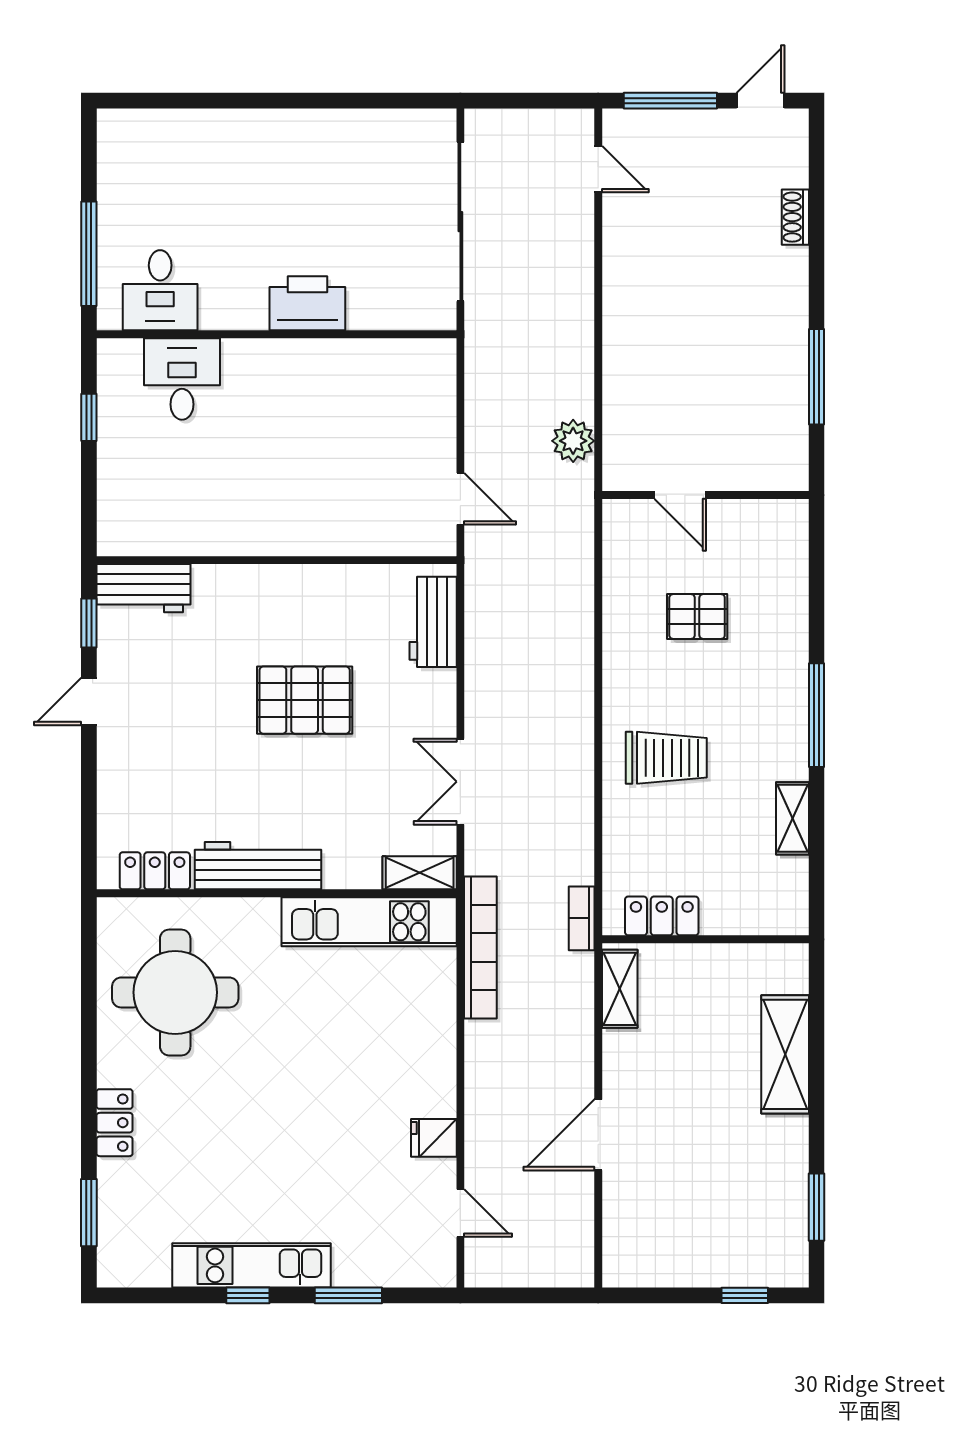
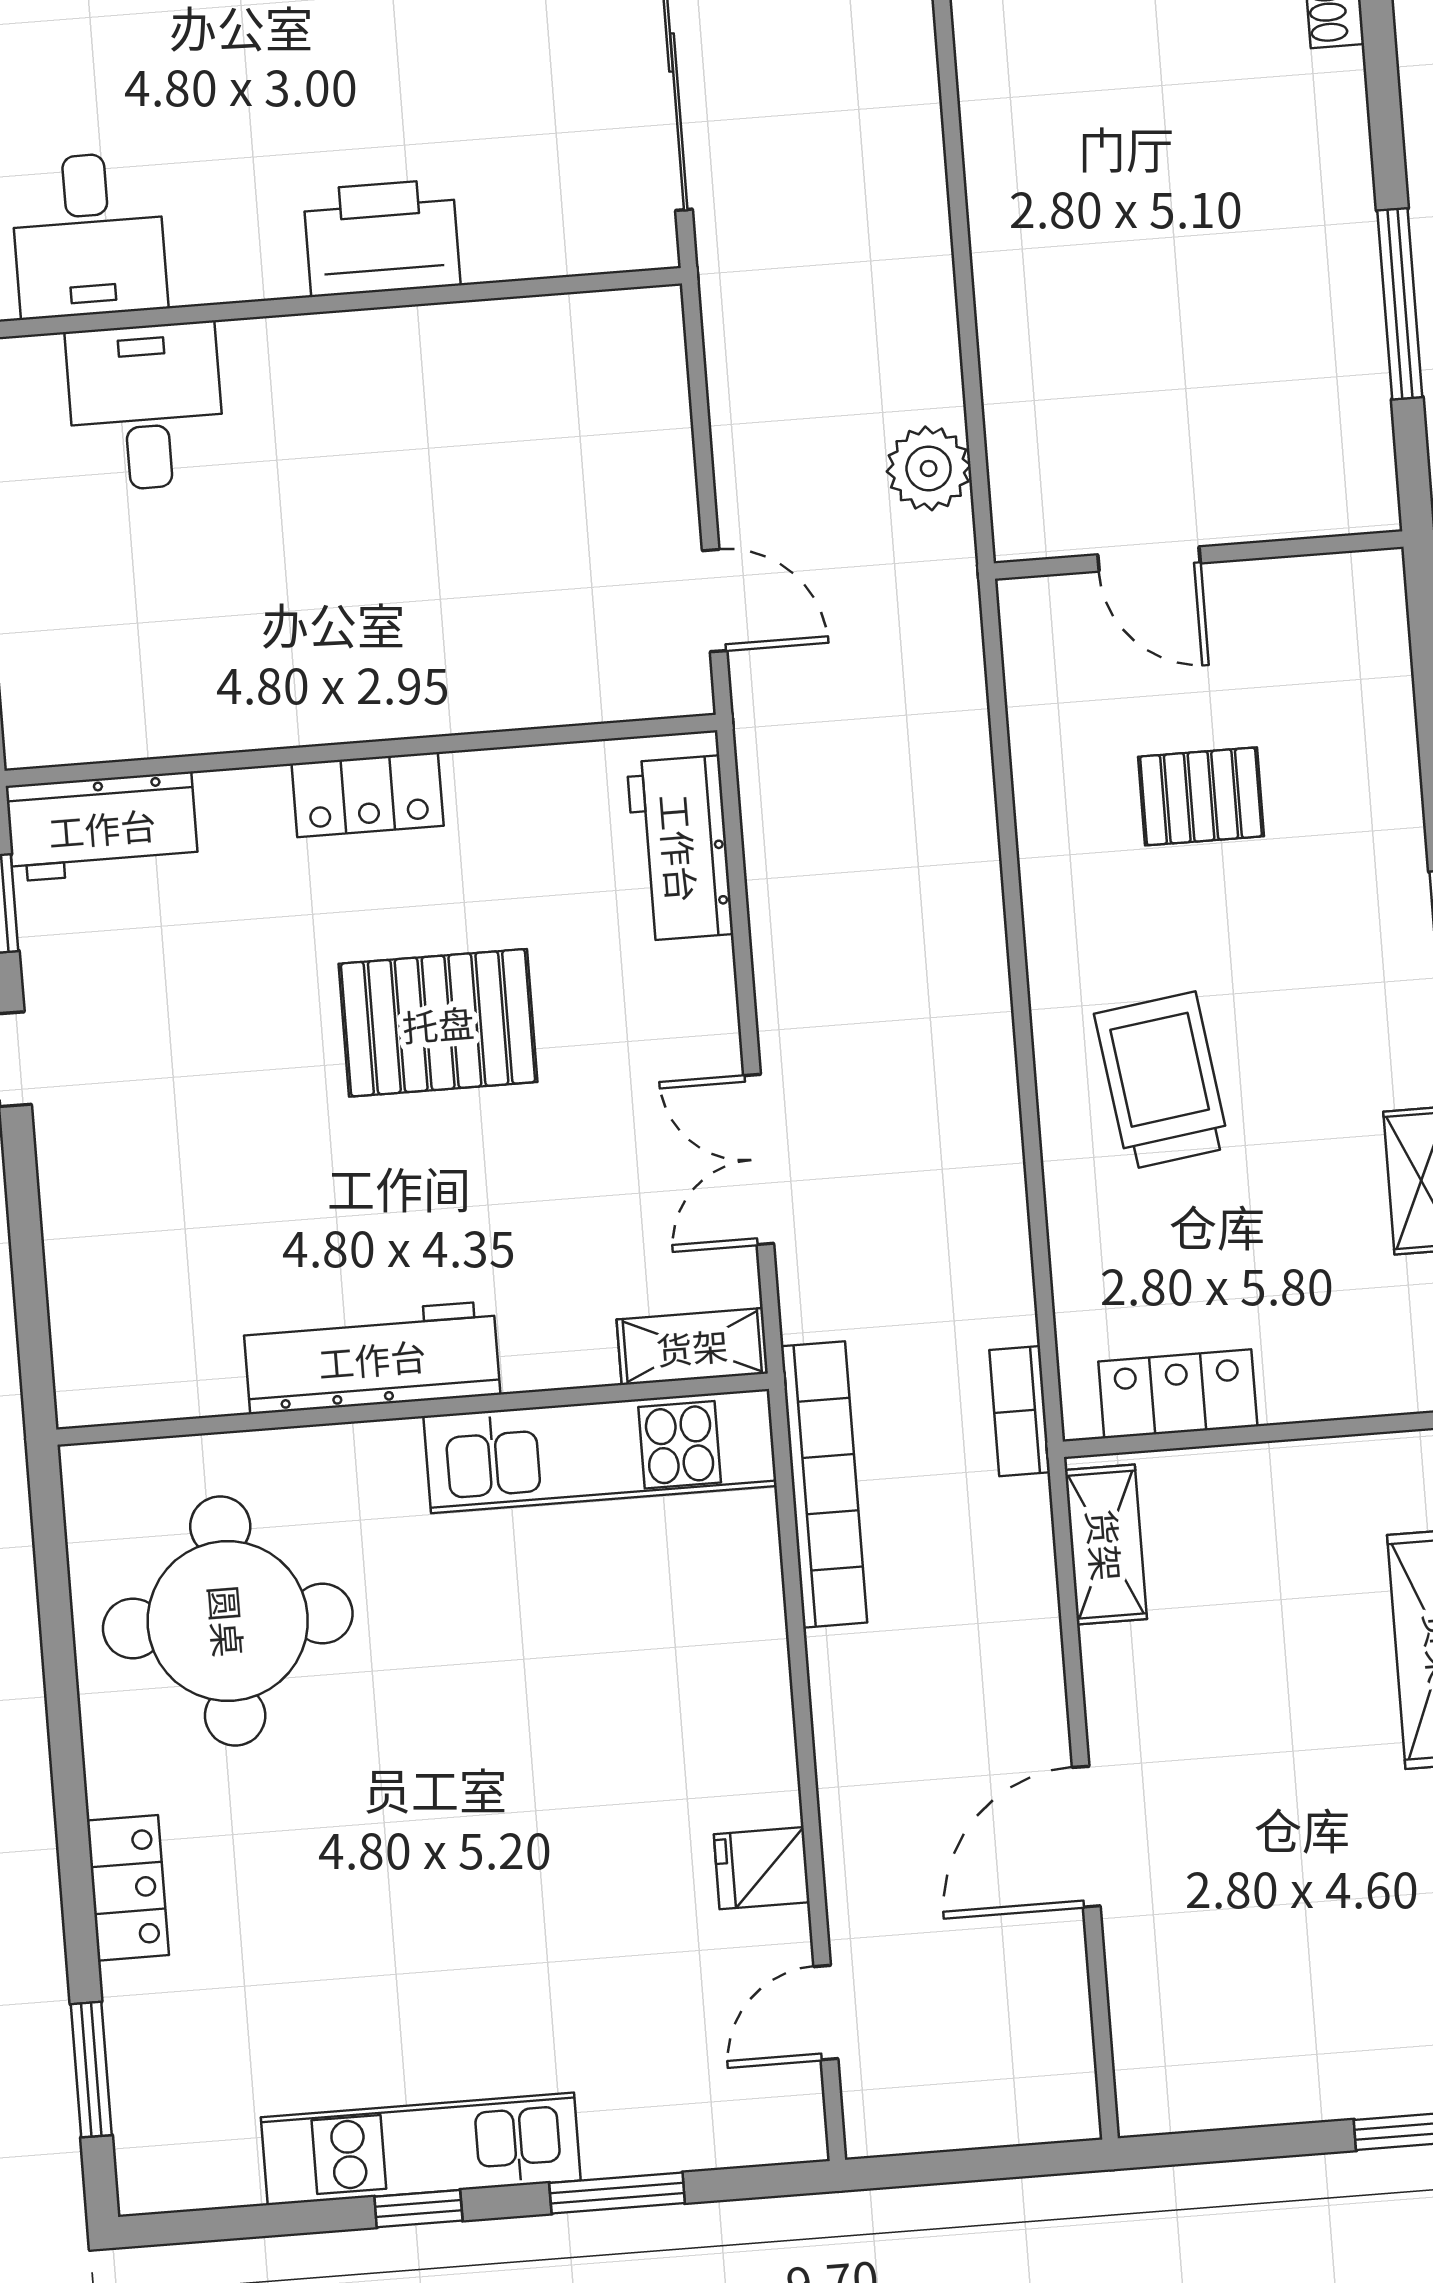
trolley: (666, 758) -> (1162, 1081), turned -98
locker: (155, 871) -> (368, 795), moved, turned 180
door: (460, 1213) -> (826, 2013), swing flipped

